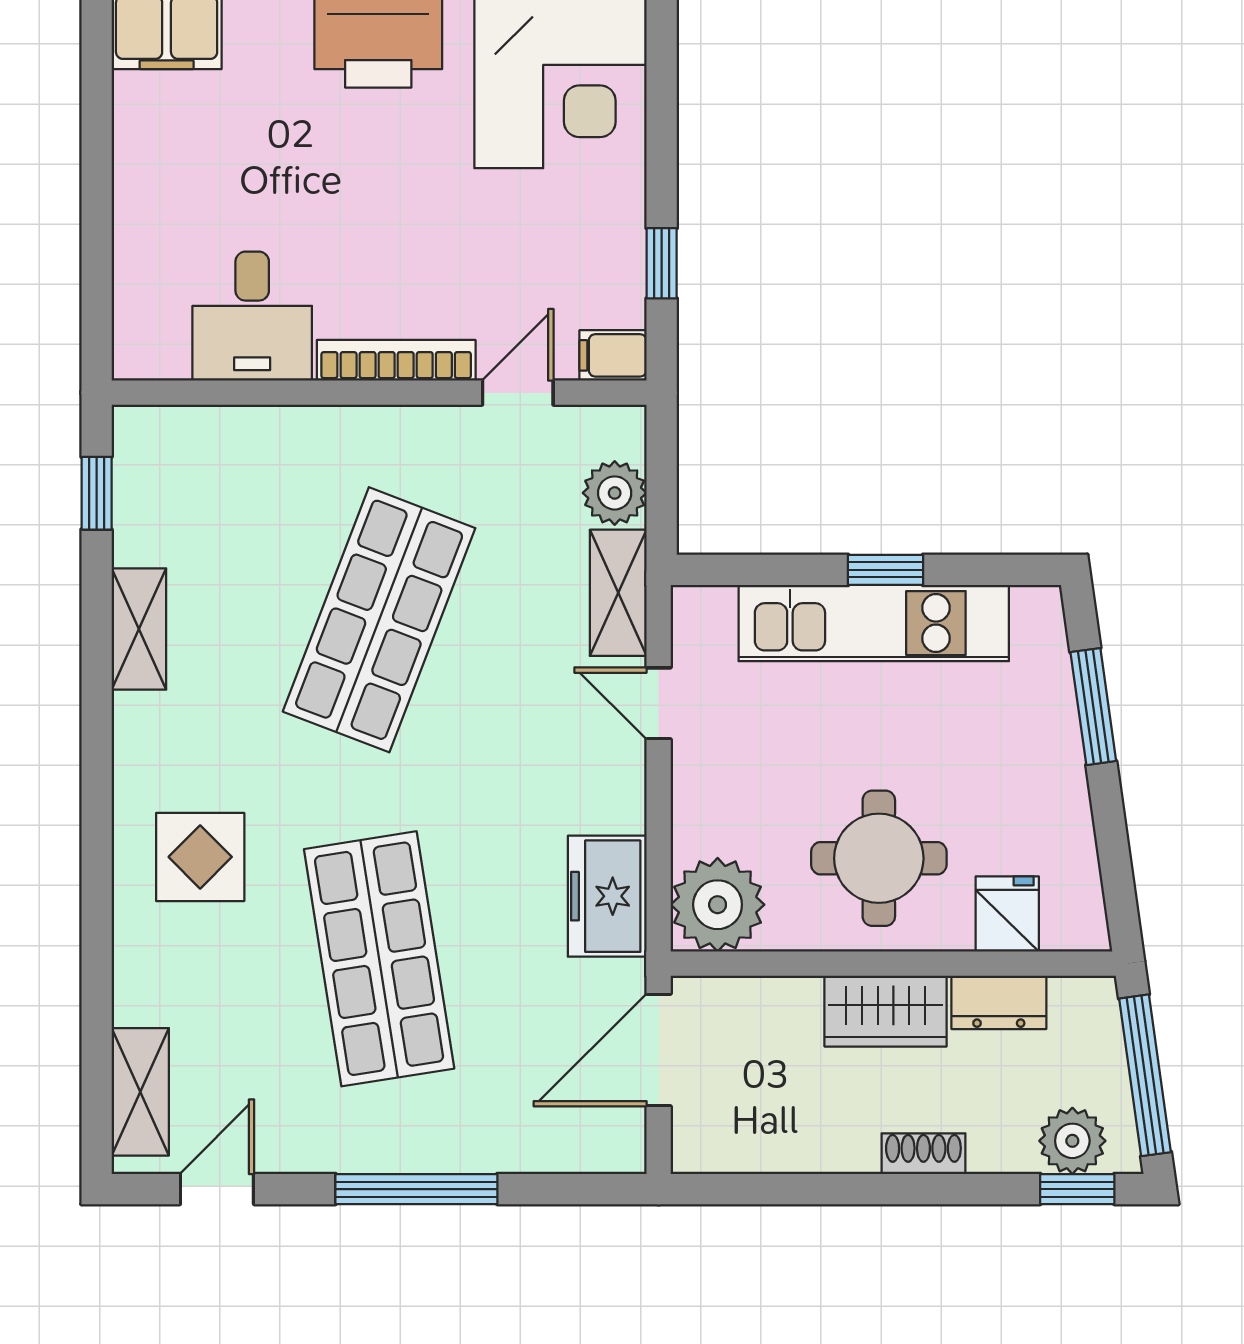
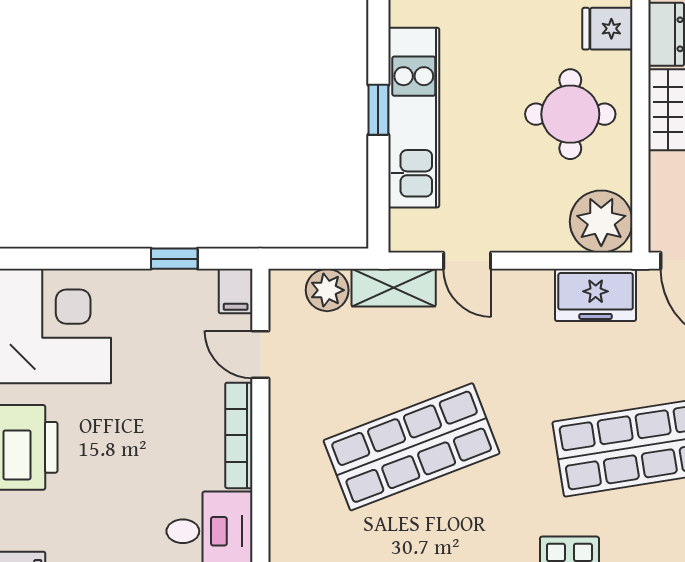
shop shelf: (379, 620) -> (412, 447), turned -42
door: (659, 703) -> (467, 261), hinge flipped

